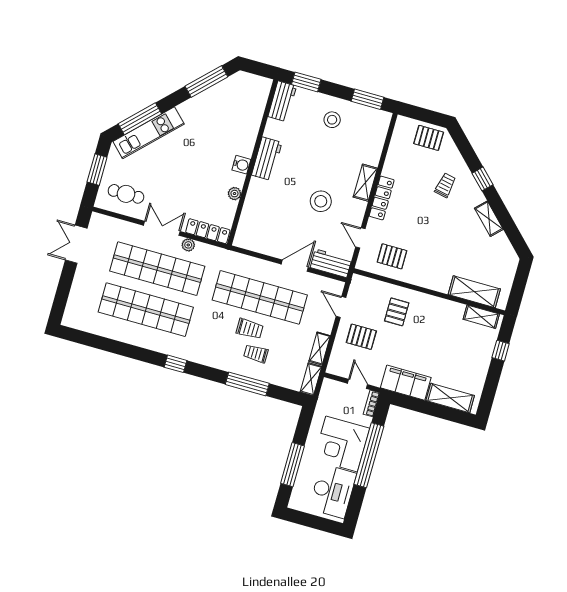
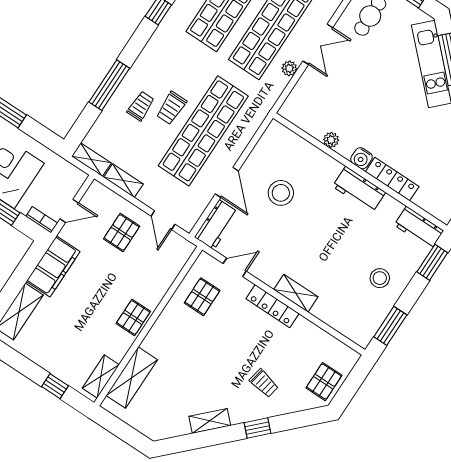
stool: (321, 201) -> (281, 193), moved
locker: (208, 231) -> (392, 179), moved, turned -90
door: (341, 307) -> (163, 220), swing flipped
pallet: (397, 312) -> (133, 317), moved, turned 90

